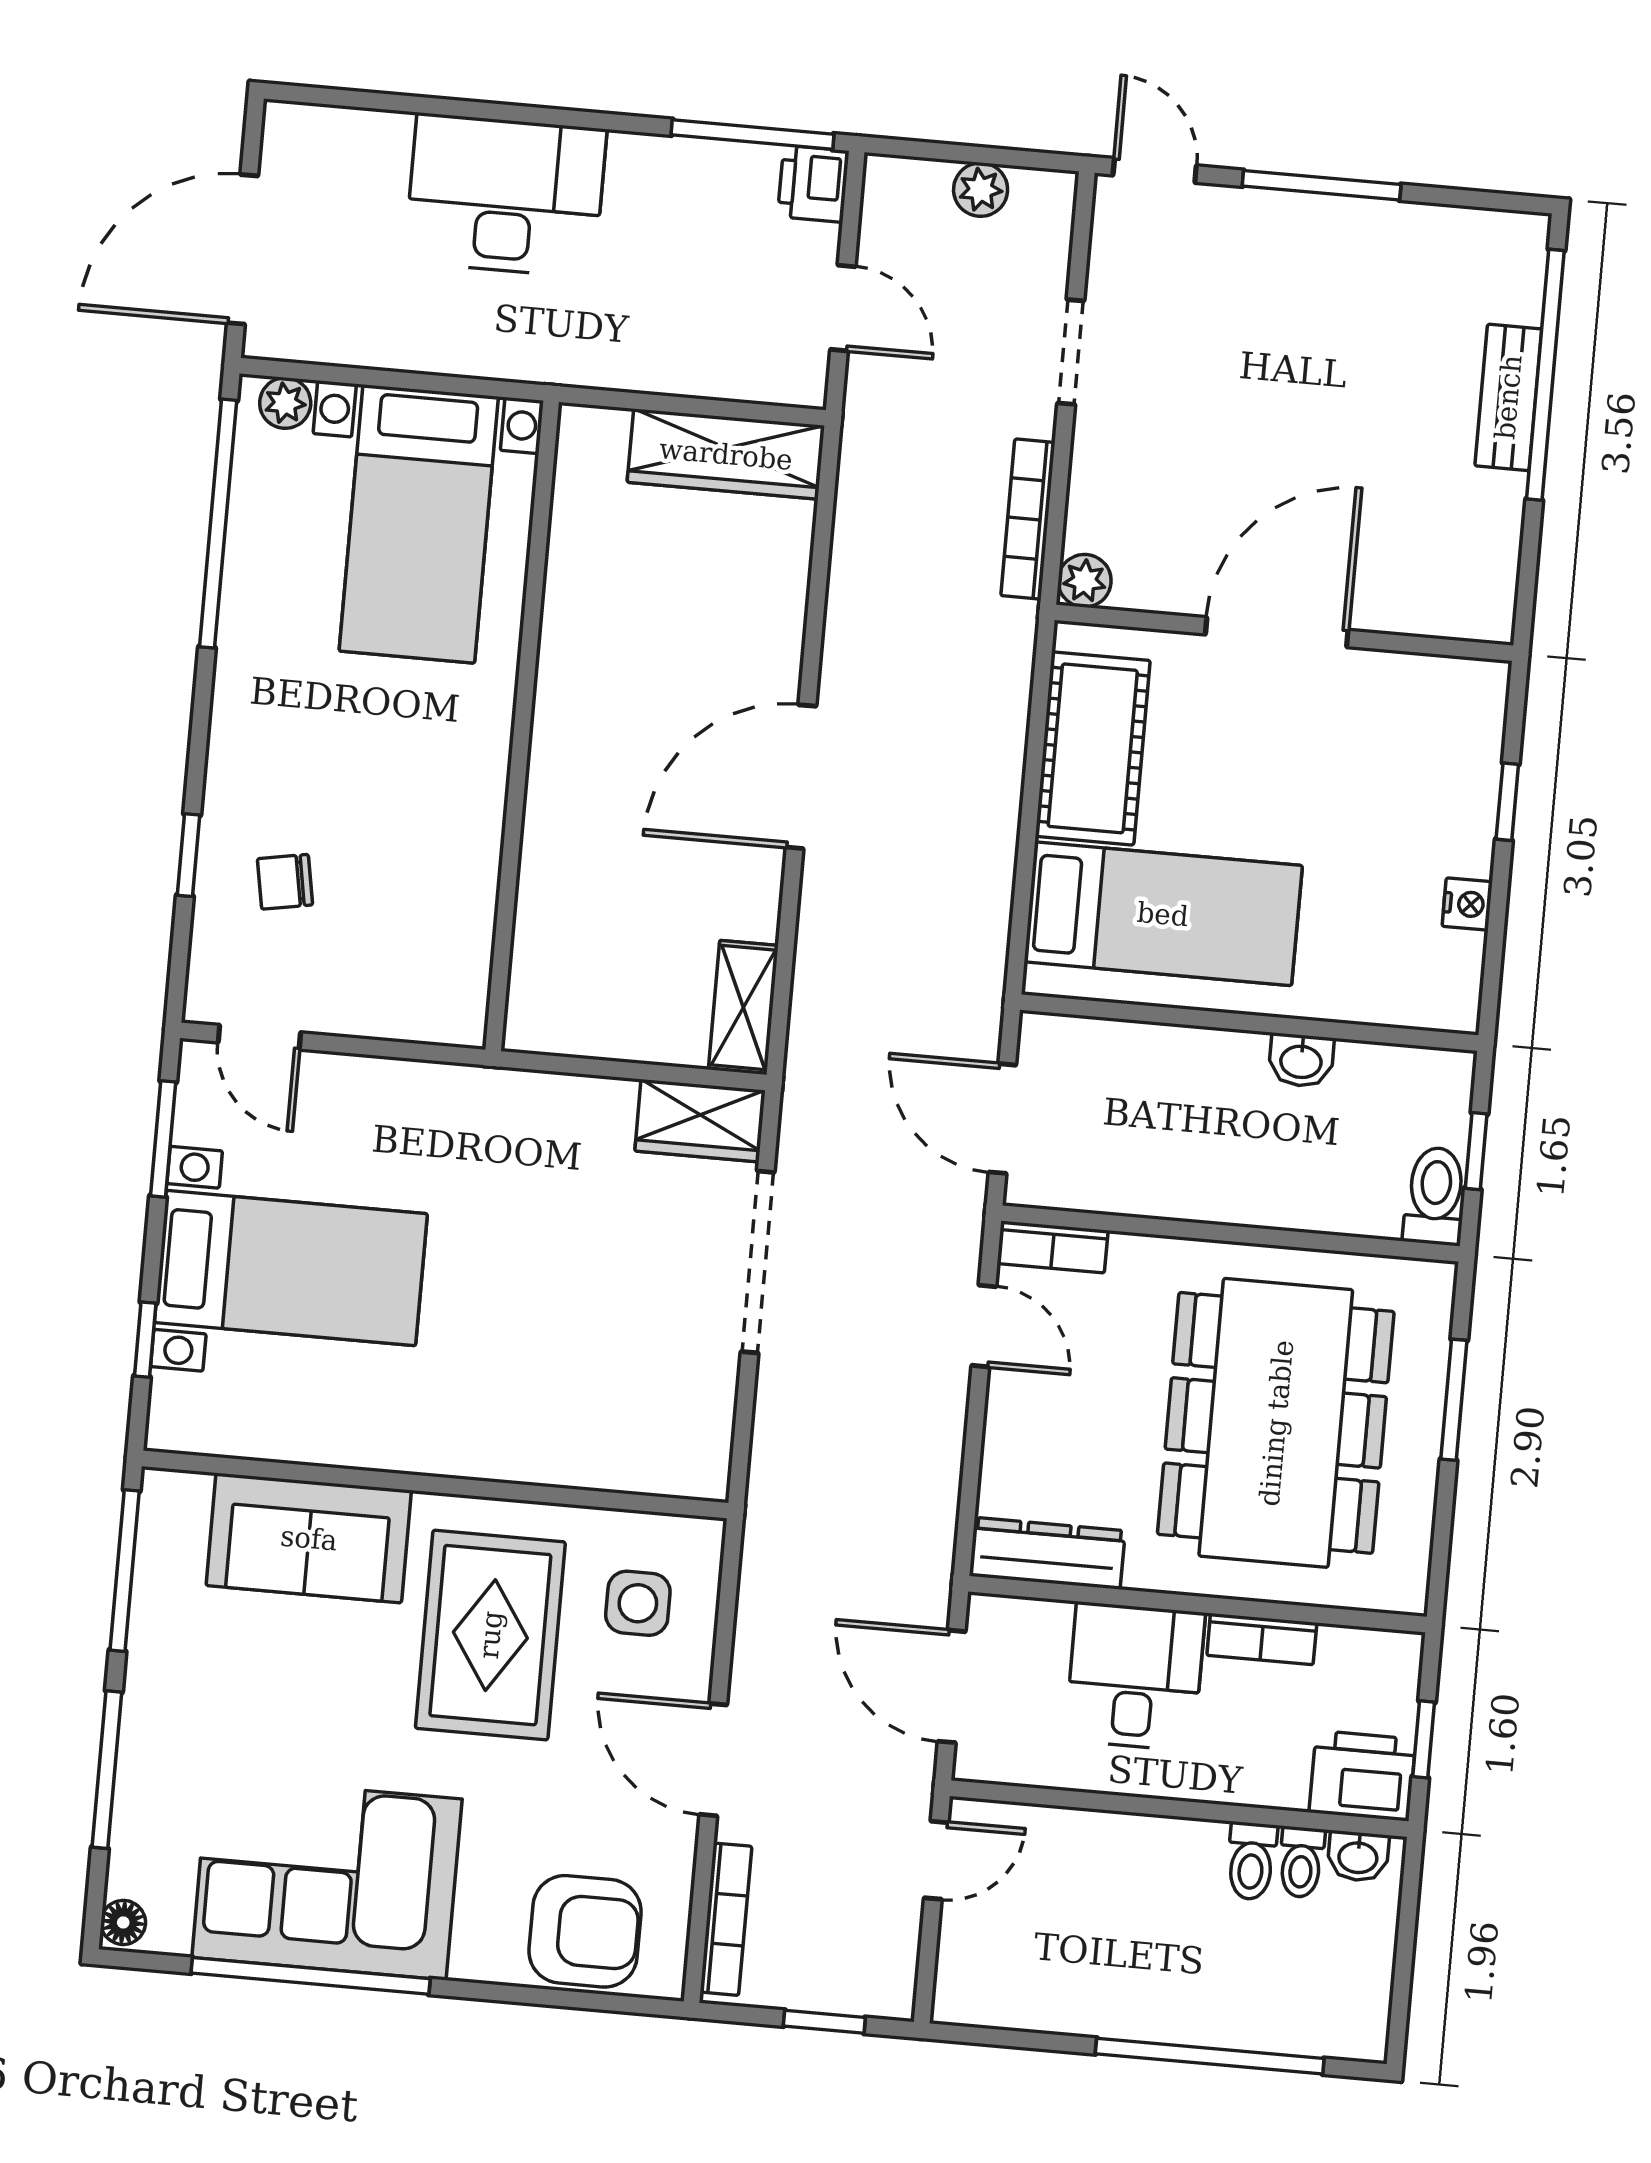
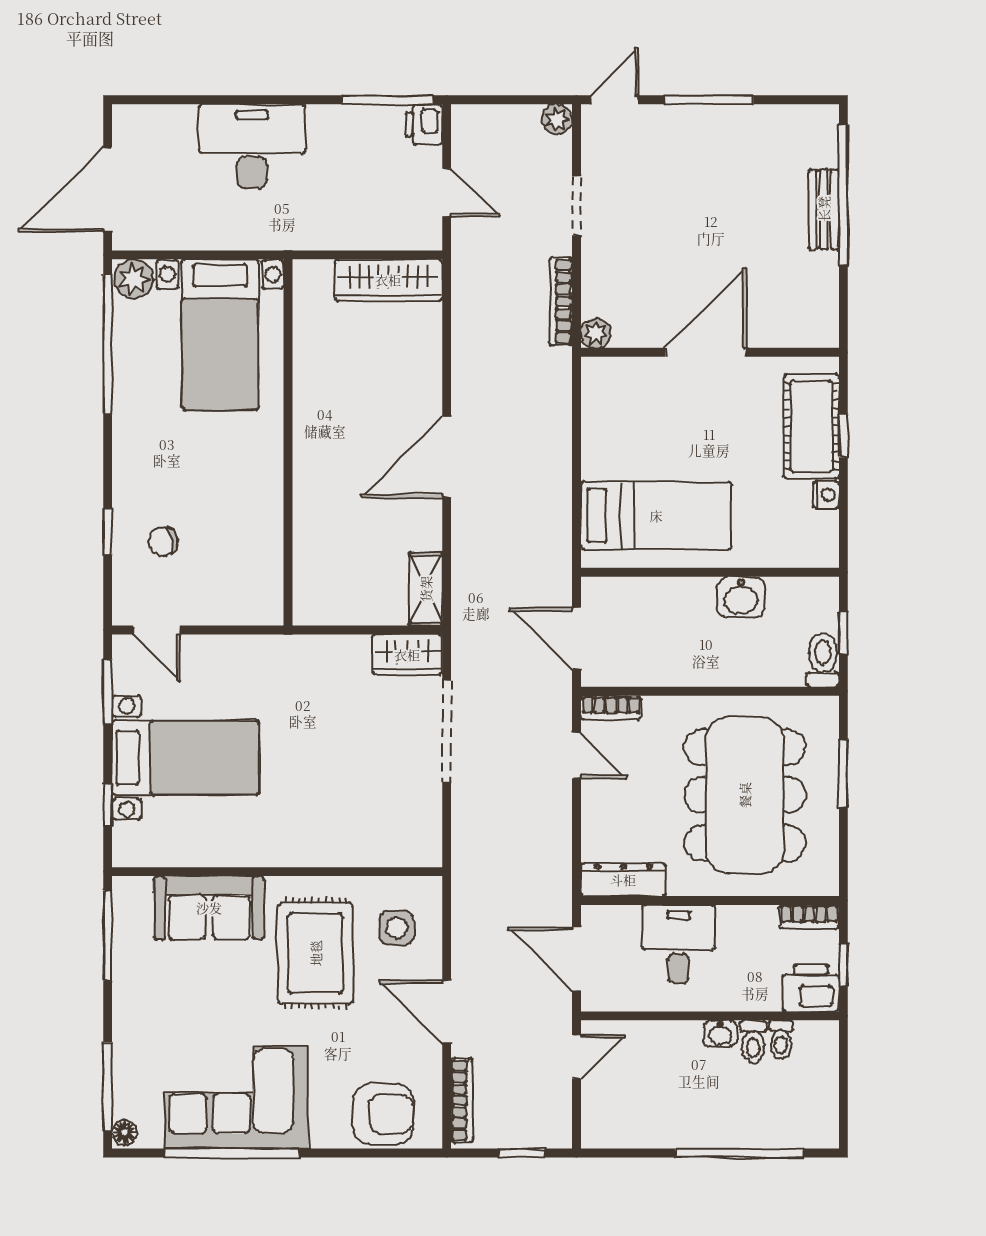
door: (1155, 170) -> (614, 100), hinge flipped
plant: (981, 190) -> (557, 119), moved
plant: (285, 403) -> (134, 279), width x1.38, depth x1.38
cot: (1093, 748) -> (811, 426), moved
washbasin: (1301, 1060) -> (741, 597), width x1.38, depth x1.45
bookcase: (1262, 1639) -> (809, 917), moved
window: (107, 1770) -> (108, 1087), moved
washbasin: (1358, 1856) -> (720, 1034), moved

